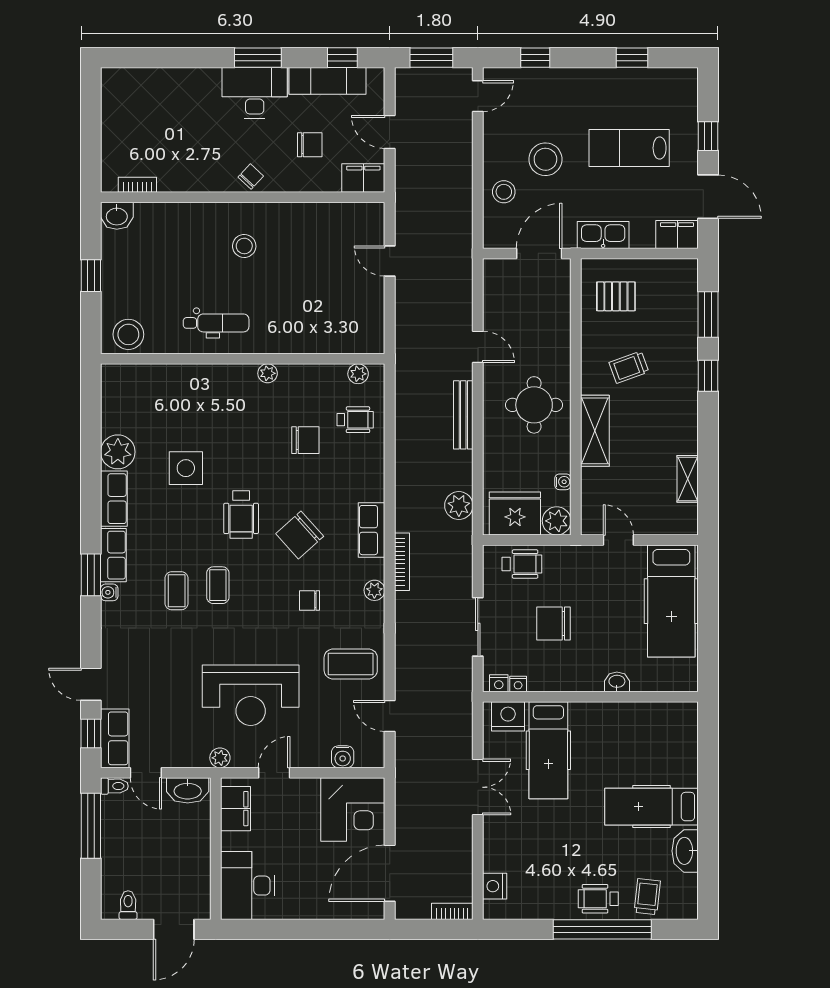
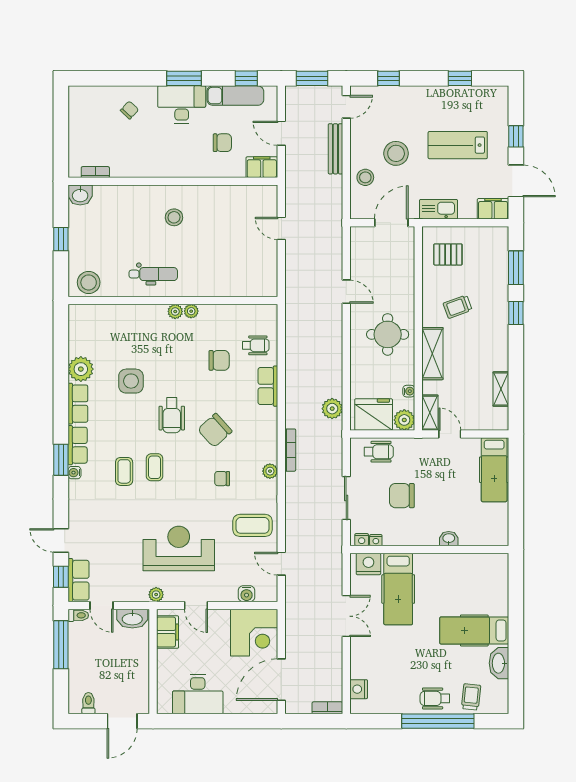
chair: (251, 177) -> (129, 110), moved
plant: (358, 374) -> (175, 311), moved
bench: (463, 415) -> (335, 149), moved
shelving: (591, 511) -> (430, 413), added
row of seats: (372, 530) -> (268, 386), moved
hospital bed: (671, 601) -> (494, 470), width x0.73, depth x0.78
reception desk: (251, 695) -> (179, 548), turned 180
door: (274, 773) -> (196, 606), swing flipped
desk: (247, 886) -> (198, 694), moved, turned -90

